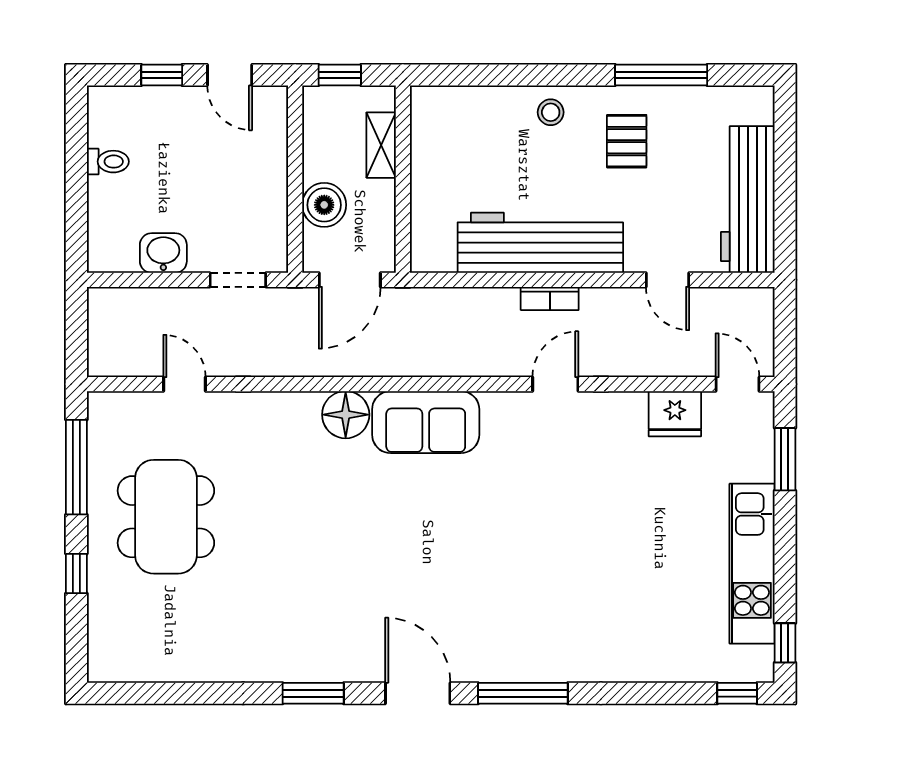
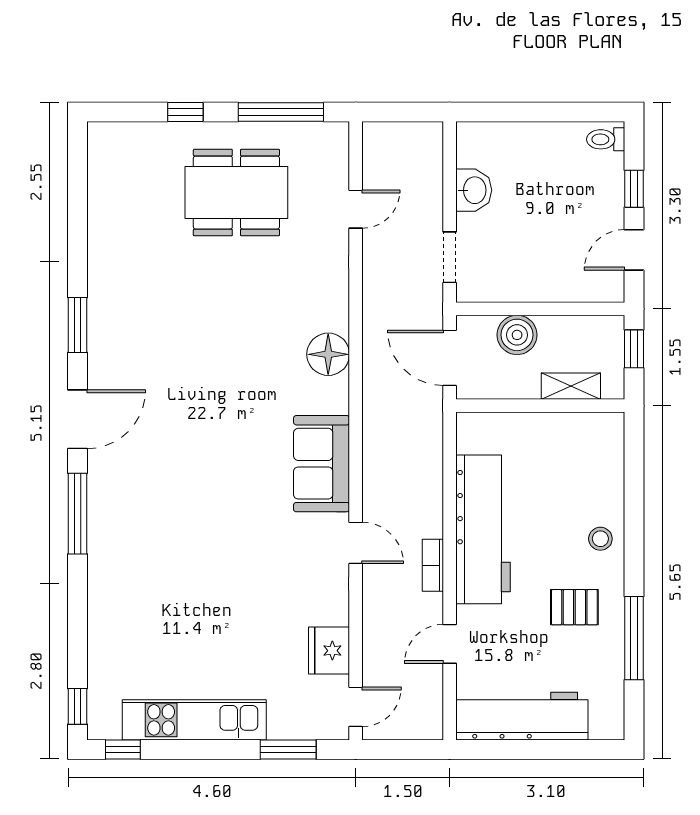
toilet: (108, 162) -> (606, 139), moved, turned 90
bookcase: (550, 298) -> (433, 565), moved
sofa: (426, 422) -> (322, 464), moved

